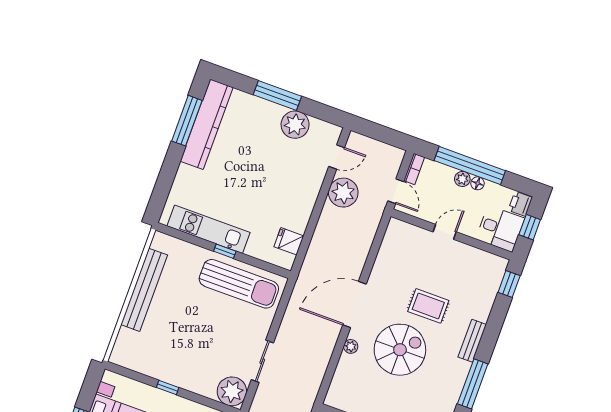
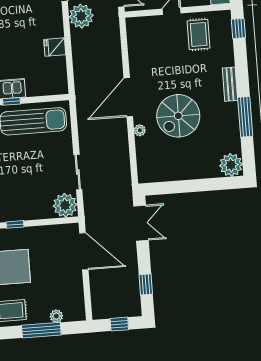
fridge: (289, 241) -> (55, 47), moved
rug: (428, 306) -> (199, 34), moved, turned 90
spiral stairs: (400, 350) -> (178, 116), turned 180

